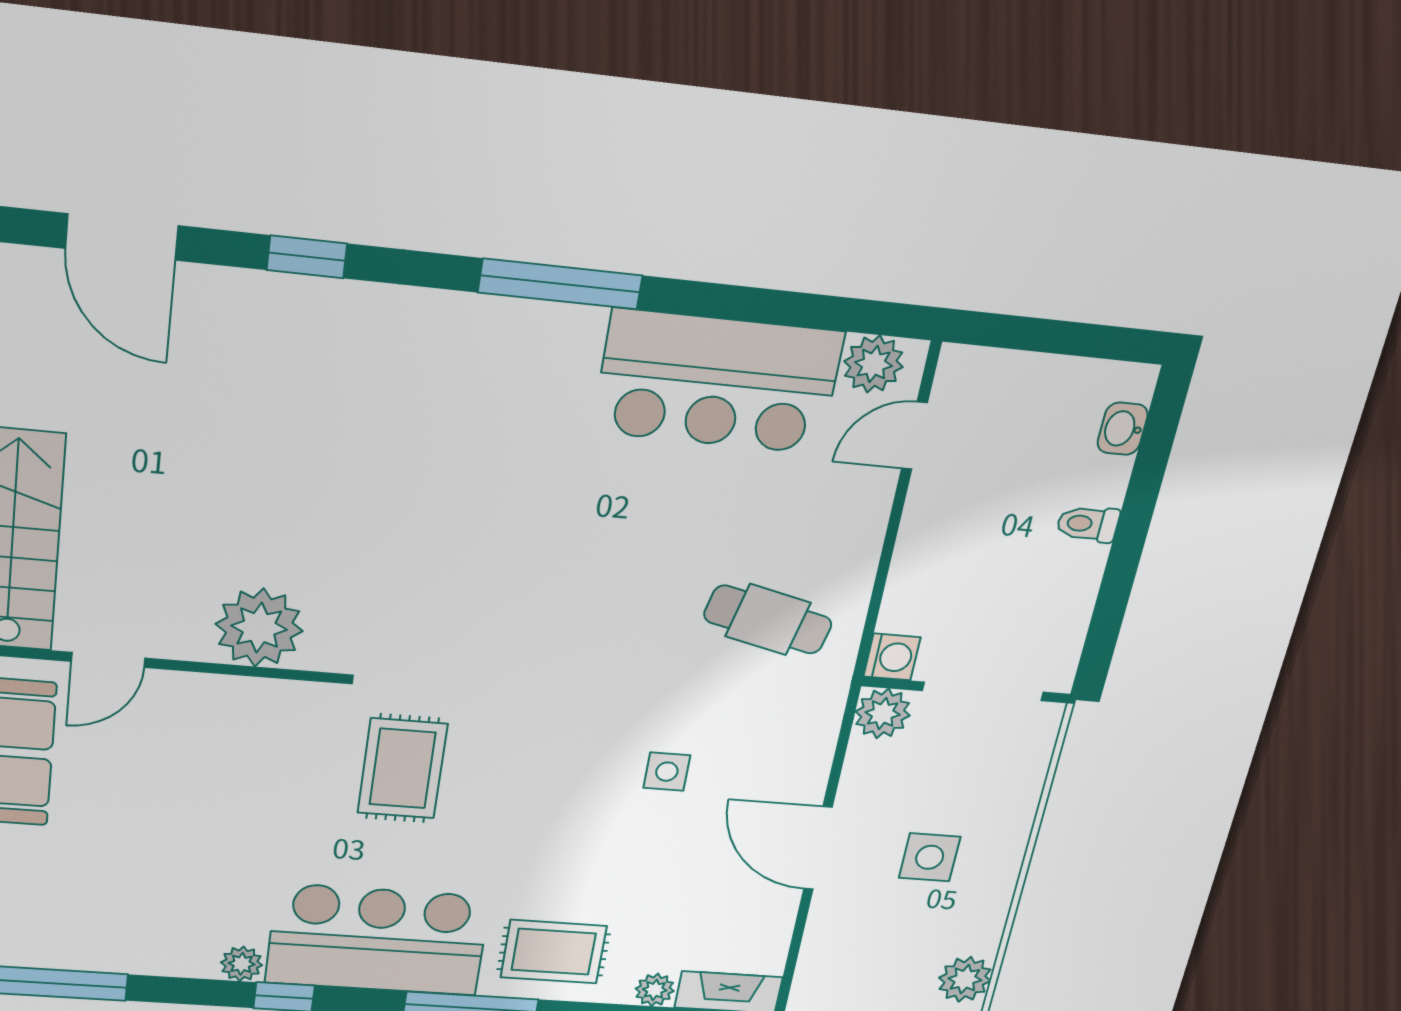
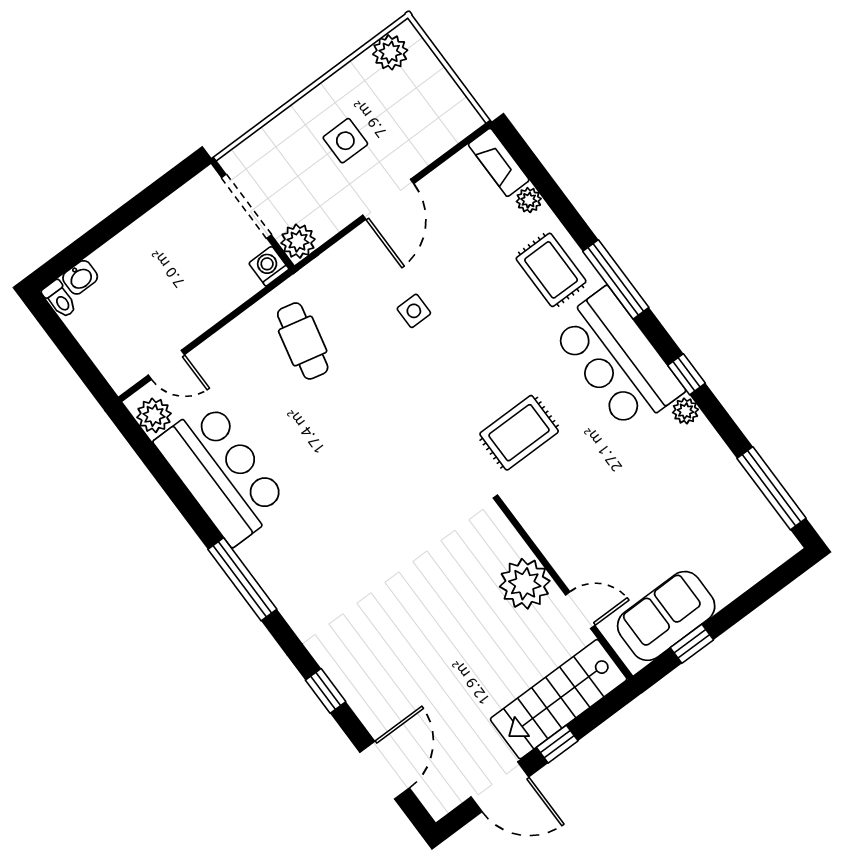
toilet: (1088, 524) -> (60, 299), moved
plant: (259, 628) -> (525, 584), moved

